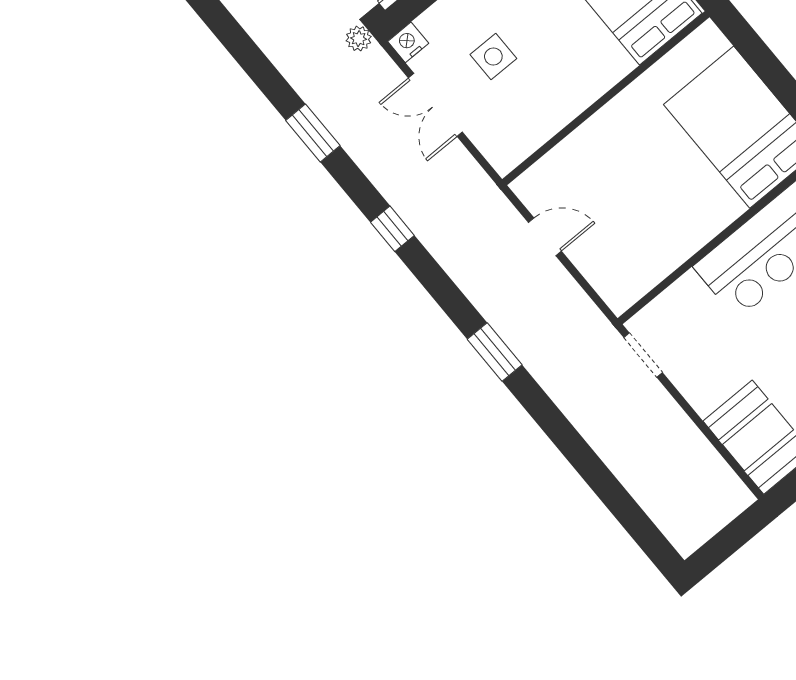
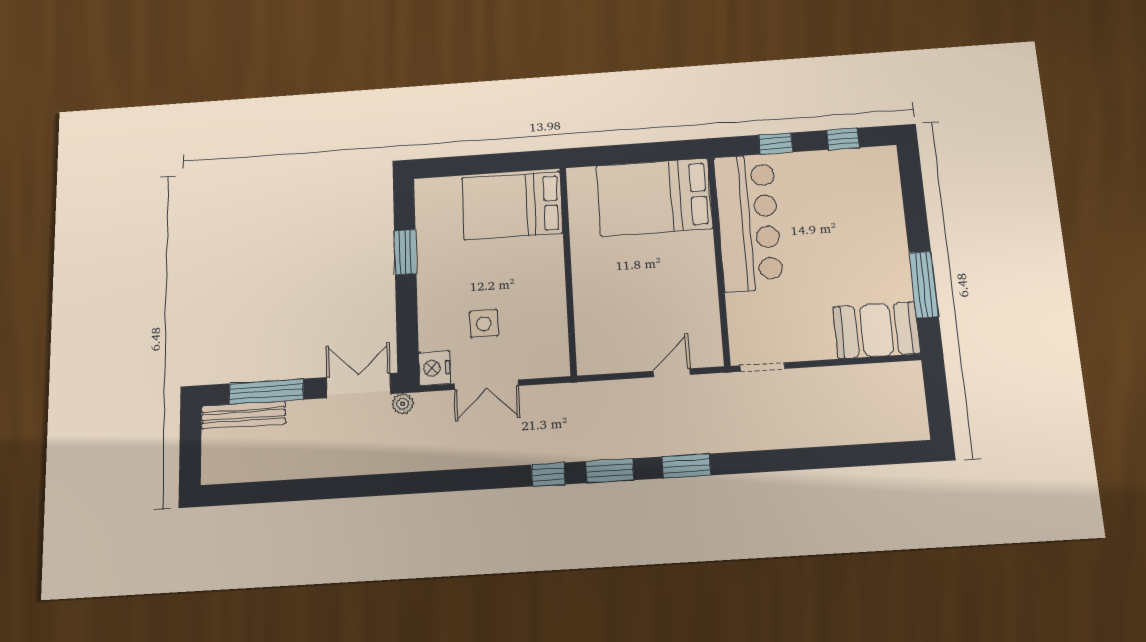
nightstand: (408, 42) -> (435, 368), width x1.36, depth x1.33
window: (313, 133) -> (610, 471), moved
door: (545, 237) -> (672, 373), moved

